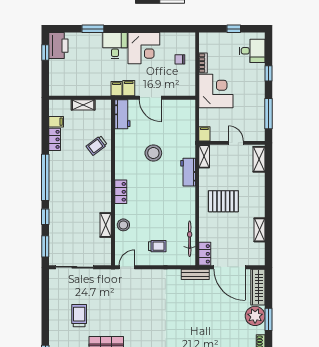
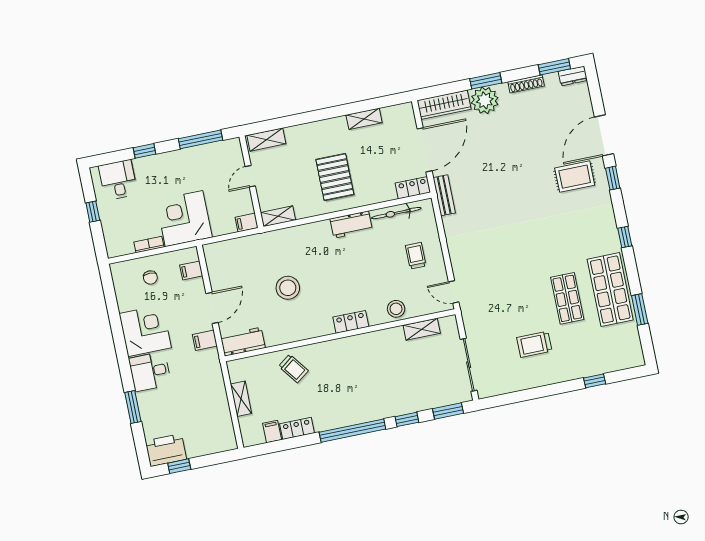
filing cabinet: (117, 89) -> (191, 270), moved
workbench: (188, 172) -> (351, 225), moved
shelving: (106, 225) -> (422, 329), moved

